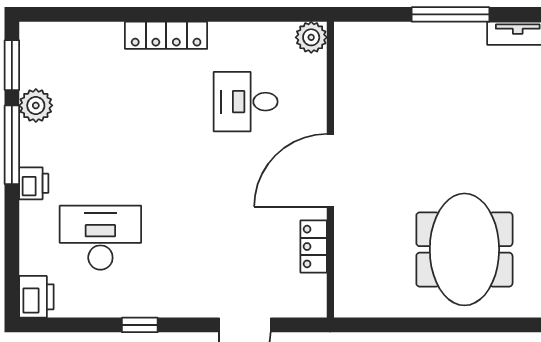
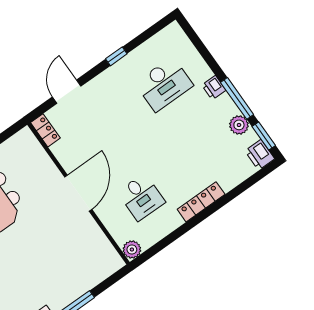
desk: (246, 102) -> (141, 197), turned 90
locker: (314, 247) -> (45, 130), moved
printer: (36, 297) -> (260, 155), moved

